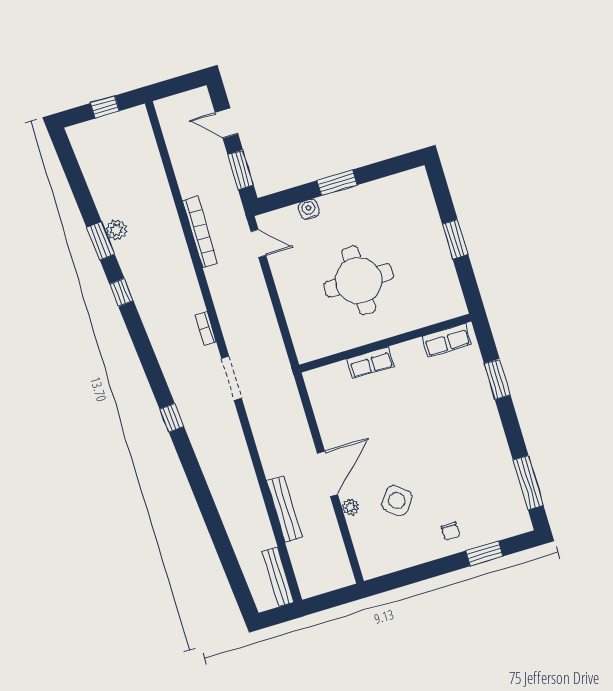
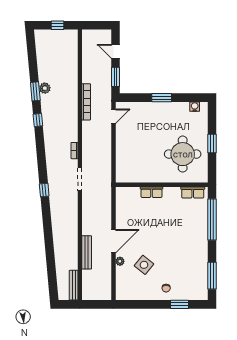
water cooler: (309, 209) -> (195, 107), moved
door: (258, 243) -> (113, 116), hinge flipped
round table: (359, 280) -> (183, 154), moved
window: (497, 379) -> (212, 219), width x2.11

